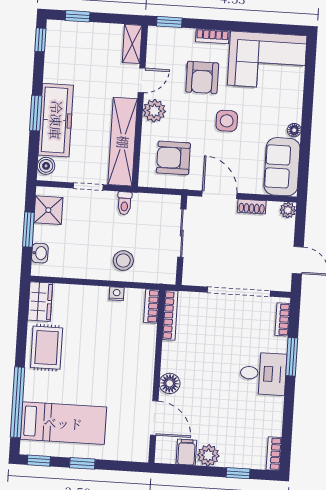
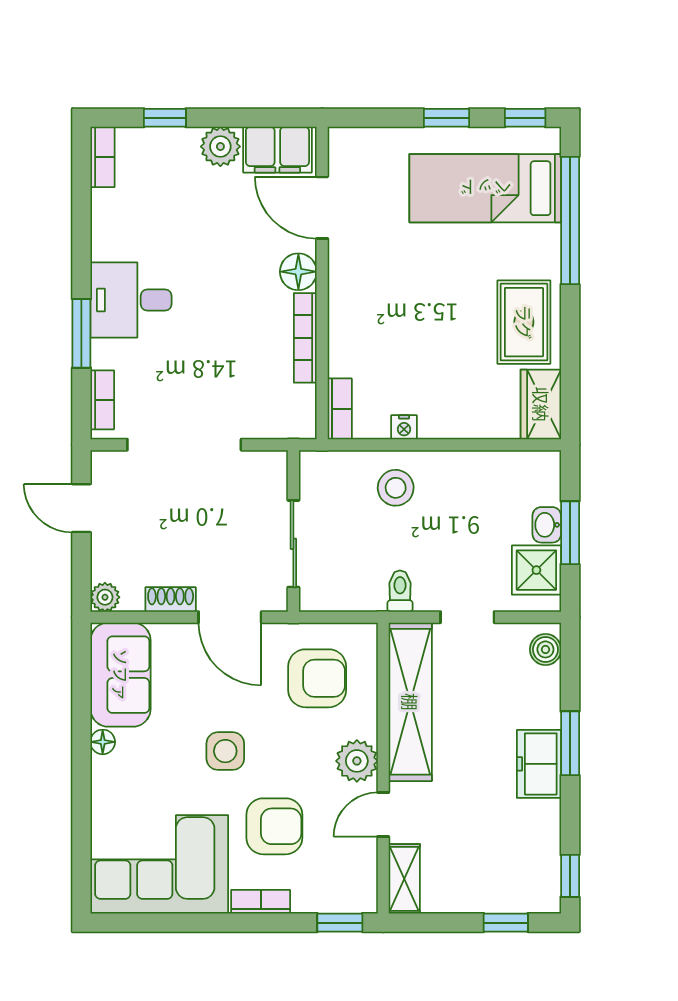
armchair: (202, 77) -> (274, 826), turned 90
freezer: (56, 120) -> (539, 764), width x0.52, depth x0.79
washbasin: (40, 253) -> (547, 525), moved
bookcase: (170, 315) -> (305, 338), moved
filing cabinet: (186, 452) -> (277, 150), width x2.00

